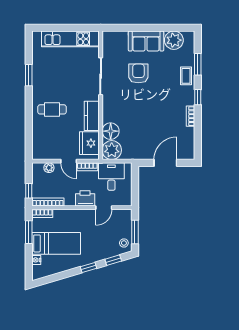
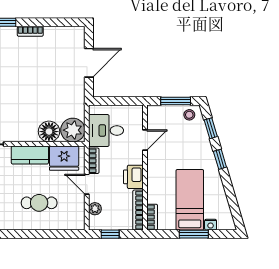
cafe table: (52, 109) -> (39, 203), moved, turned 90
door: (69, 161) -> (87, 184), swing flipped
door: (165, 163) -> (89, 63), swing flipped
window: (29, 191) -> (110, 234), moved
printer: (85, 198) -> (133, 177), moved
door: (104, 208) -> (145, 140), hinge flipped
window: (29, 232) -> (194, 234), moved

